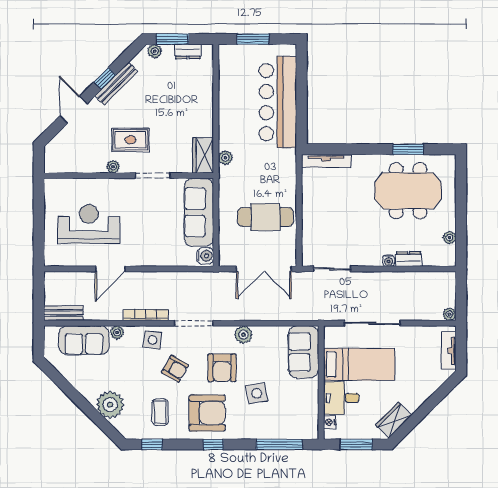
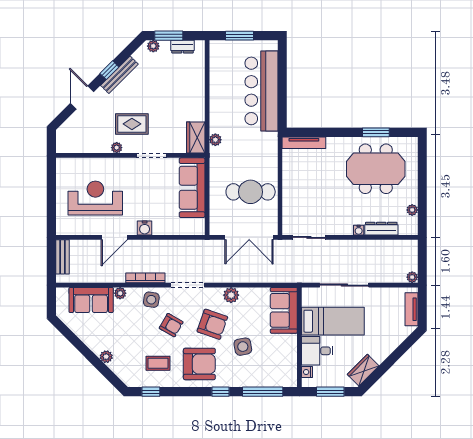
water cooler: (205, 256) -> (145, 228), moved, turned 90
dresser: (409, 259) -> (381, 229), width x1.44
bench: (63, 313) -> (62, 257), moved, turned 90
armchair: (222, 368) -> (212, 324), turned -71
plant: (110, 405) -> (106, 357), width x0.53, depth x0.53
coffee table: (160, 412) -> (158, 363), turned 90
window: (213, 444) -> (220, 392), moved

